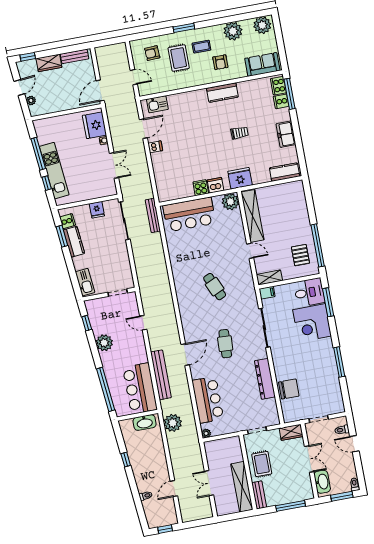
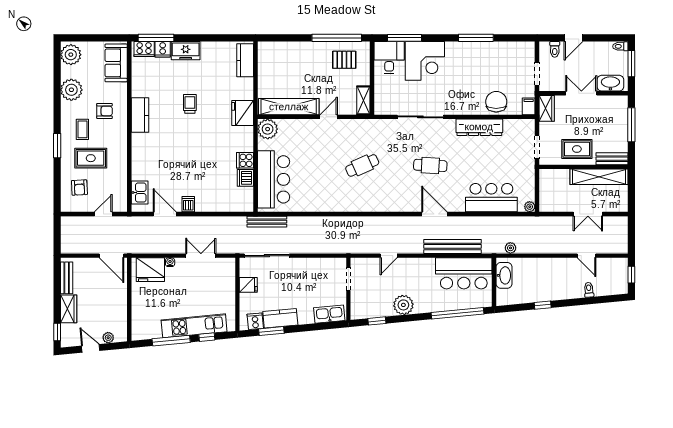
freezer: (286, 134) -> (186, 51), moved
dishwasher: (215, 185) -> (245, 178), moved
filing cabinet: (267, 293) -> (529, 106), moved
plant: (173, 423) -> (510, 248), width x0.53, depth x0.53

